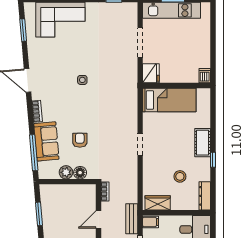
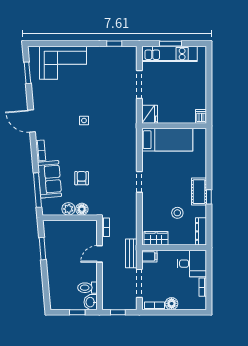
cot: (203, 143) -> (199, 192), moved

